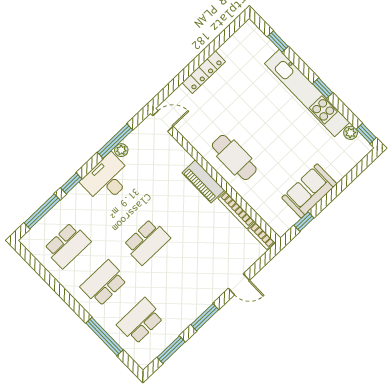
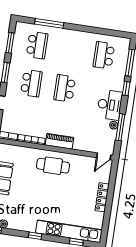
kitchen unit: (307, 93) -> (69, 231), moved
school desk: (104, 283) -> (31, 83), moved

